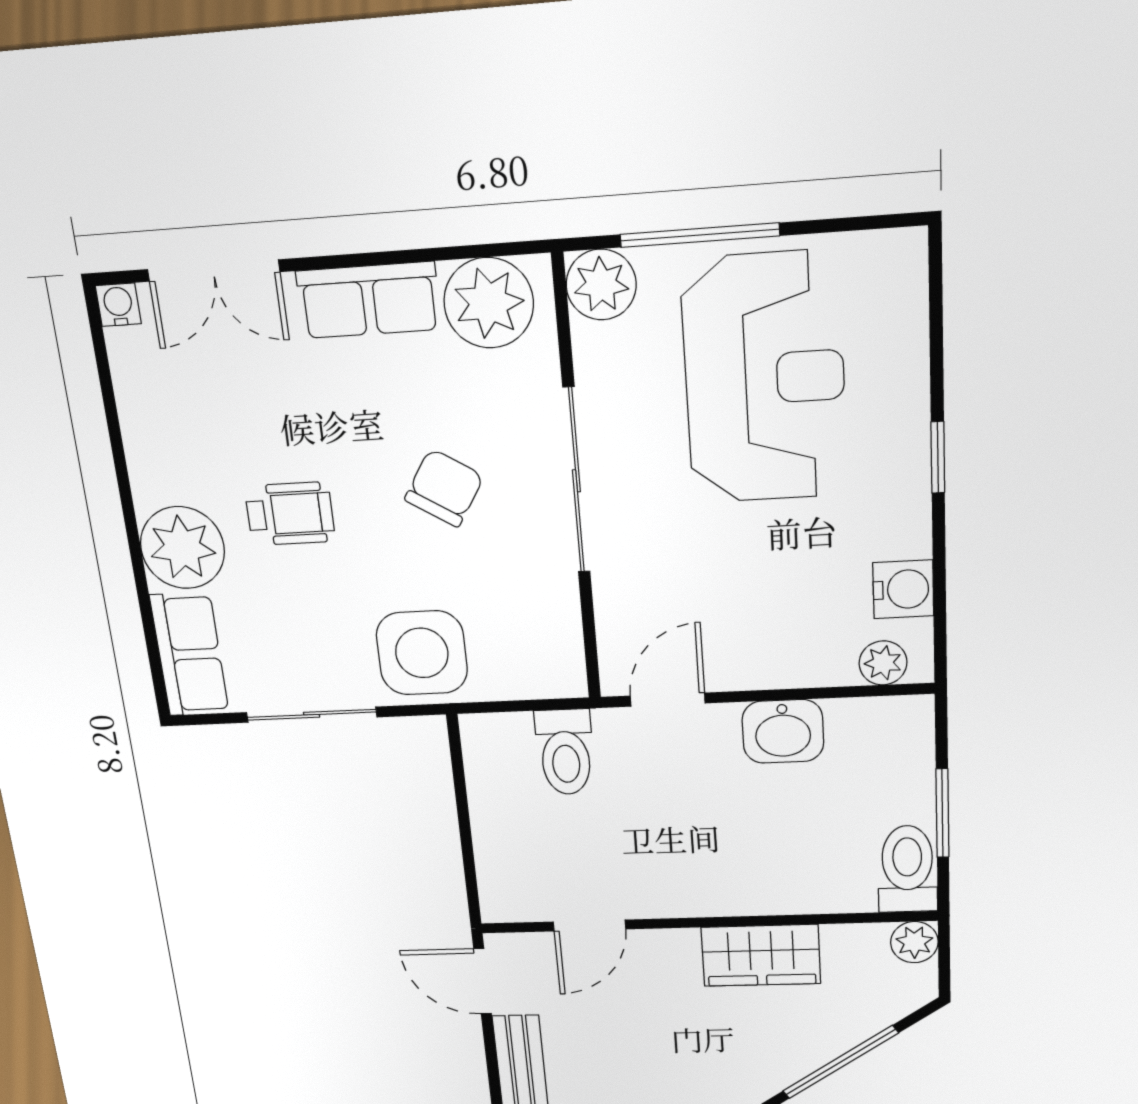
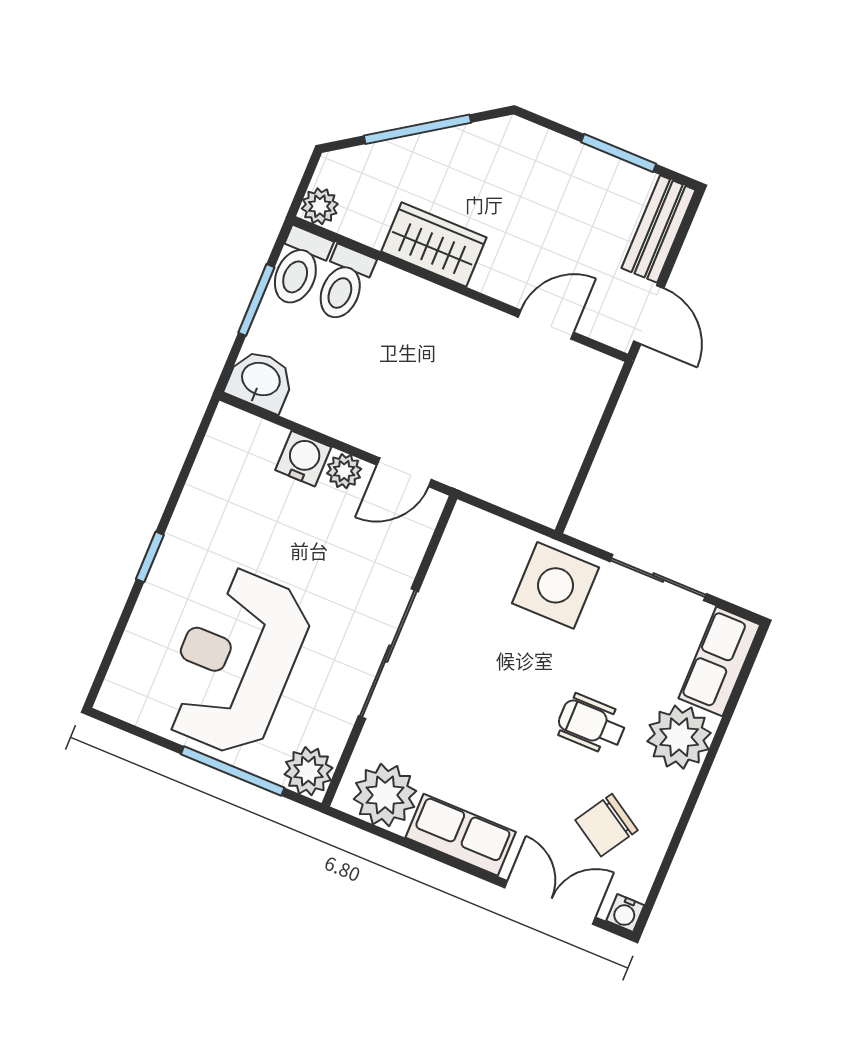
chair: (444, 488) -> (606, 825), moved
water cooler: (903, 589) -> (303, 459), moved, turned 90
plant: (883, 663) -> (344, 471), moved
washbasin: (783, 731) -> (260, 380), moved
toilet: (565, 752) -> (344, 284), moved, turned 180

